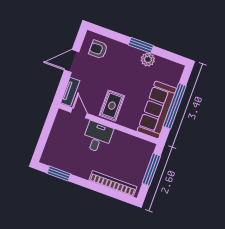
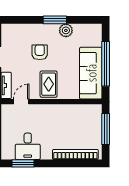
armchair: (98, 49) -> (40, 52), moved, turned 90
door: (79, 113) -> (21, 102), hinge flipped
desk: (97, 137) -> (28, 146), moved, turned 180

